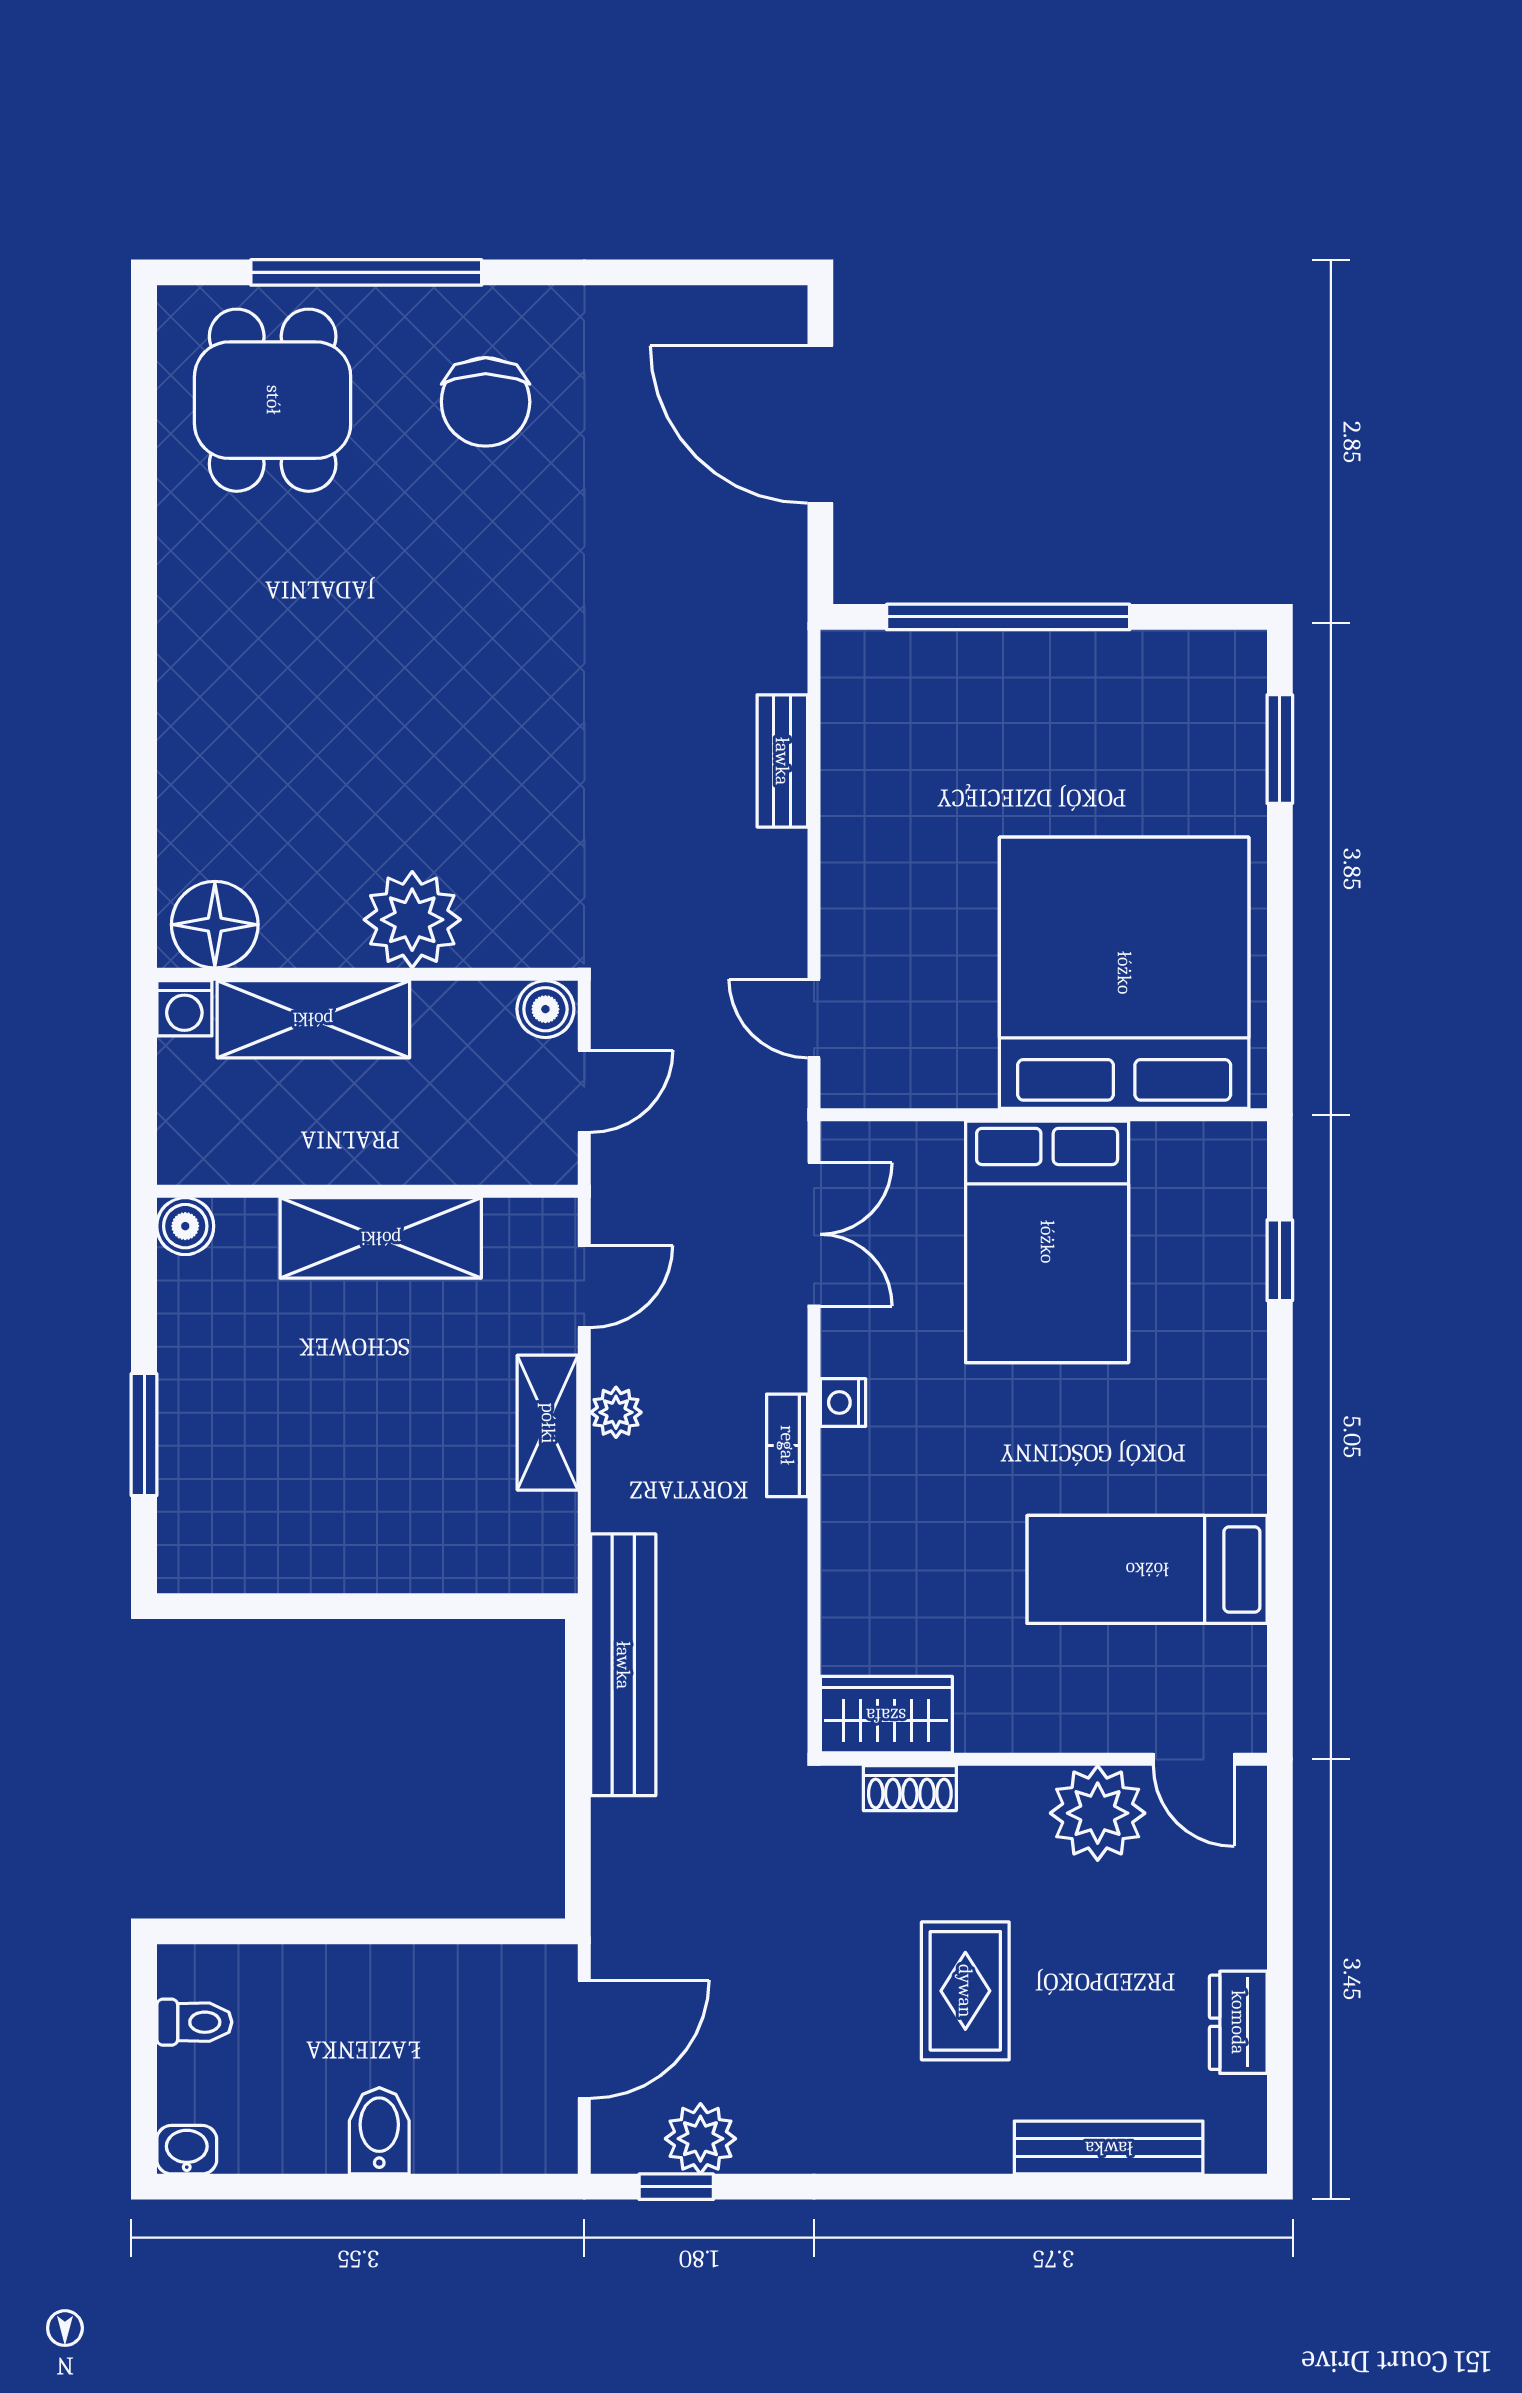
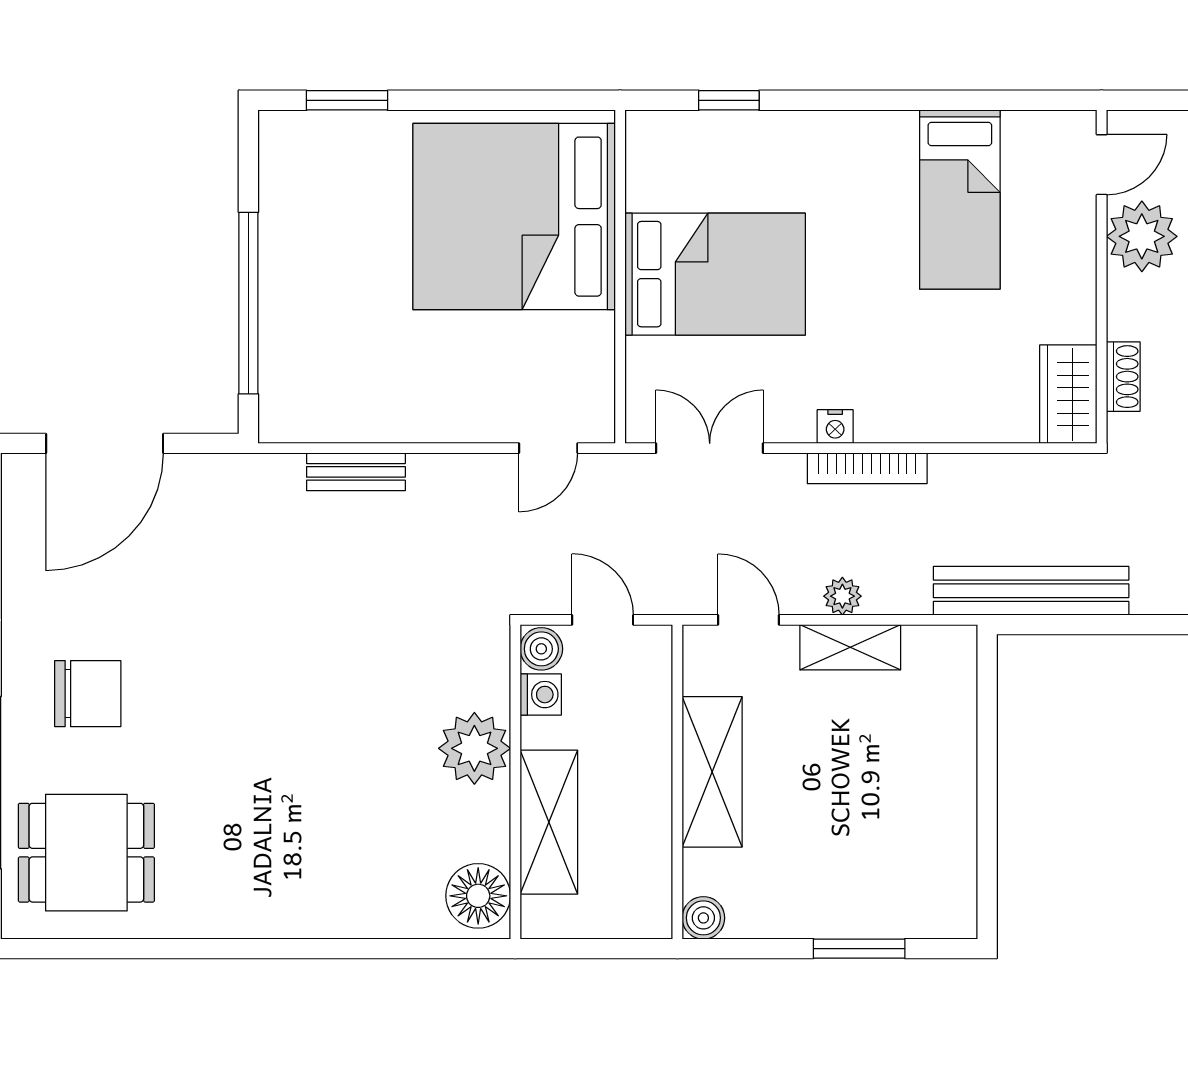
washing machine: (184, 1008) -> (541, 695), moved
bookcase: (787, 1445) -> (867, 468), width x1.56

